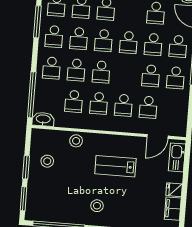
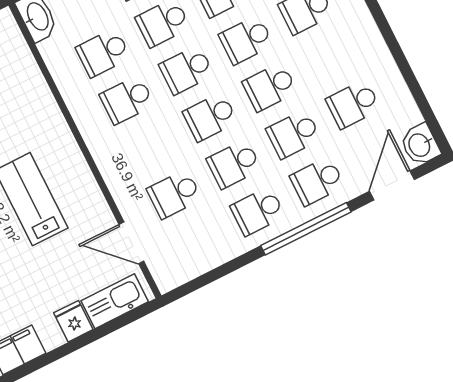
school desk: (123, 105) -> (210, 117), moved
stool: (76, 141) -> (34, 100), removed
fridge: (174, 190) -> (73, 321), moved

